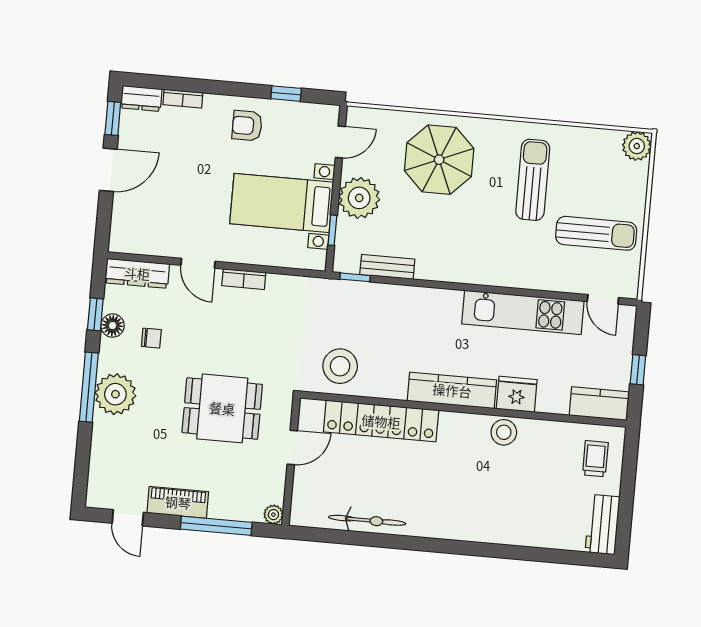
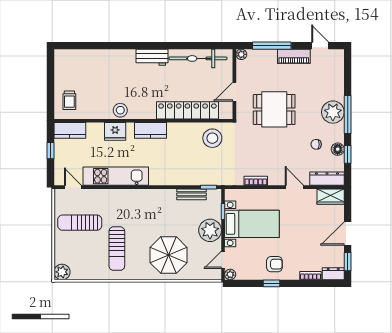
window: (286, 94) -> (271, 283), moved
plant: (330, 114) -> (230, 274), added
wardrobe: (133, 240) -> (331, 197), added
bookcase: (244, 279) -> (256, 181), moved
kitchen counter: (452, 390) -> (150, 130), width x0.67
bicycle: (367, 520) -> (198, 58), width x1.37, depth x1.40
workbench: (603, 525) -> (152, 57), moved, turned 90

